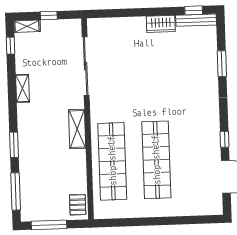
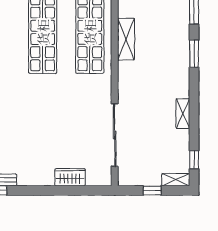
wardrobe: (161, 24) -> (70, 177), moved
shelving: (77, 129) -> (126, 39), moved

